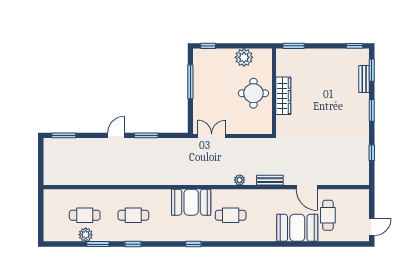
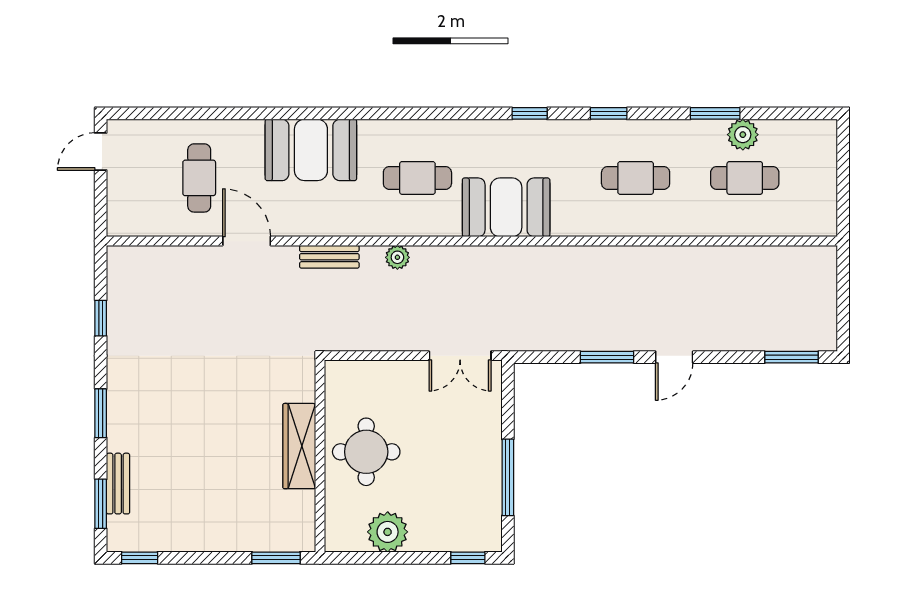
booth: (297, 228) -> (311, 150), moved
window: (133, 244) -> (609, 113), moved
window: (193, 244) -> (530, 113), moved

